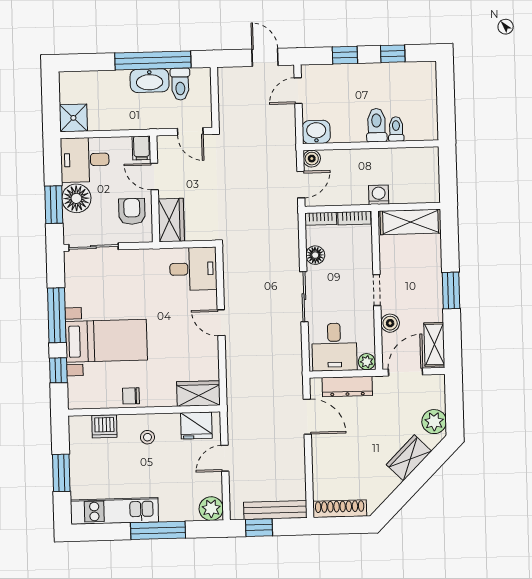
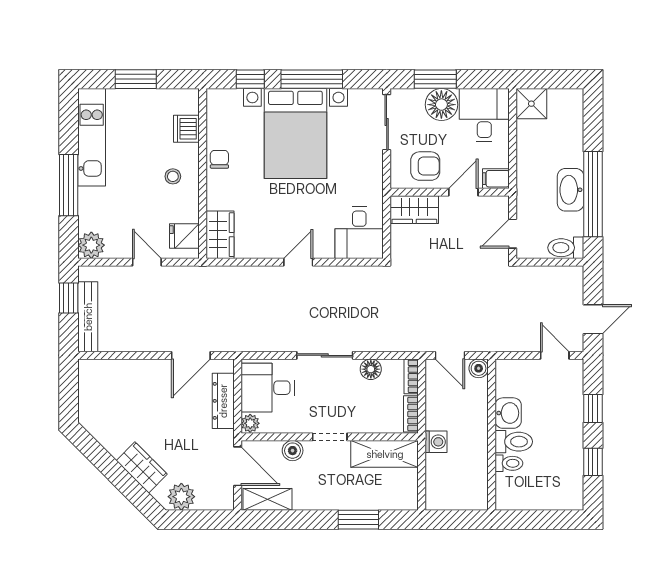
toilet: (180, 84) -> (566, 248), moved
washbasin: (316, 132) -> (508, 413), moved
shelving: (411, 222) -> (385, 454), moved, turned 90
window: (451, 291) -> (358, 520), moved
bed with nightstands: (106, 341) -> (295, 134), width x1.36
fridge: (196, 426) -> (184, 236), width x0.72
shoe rack: (340, 509) -> (87, 389), removed

